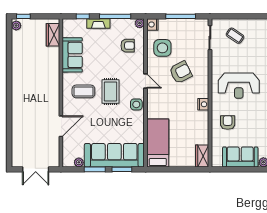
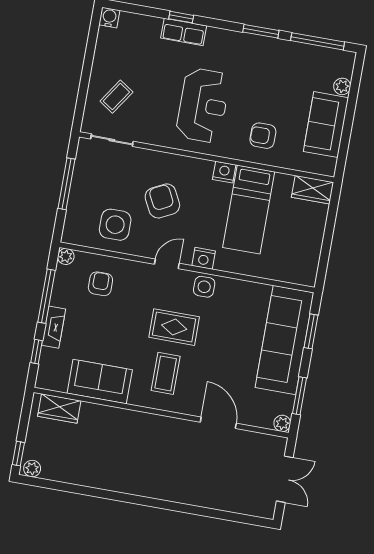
nightstand: (152, 24) -> (204, 258), moved
bed: (158, 143) -> (249, 210), moved, turned -90
plant: (79, 162) -> (282, 423), moved
window: (95, 169) -> (300, 396), moved

